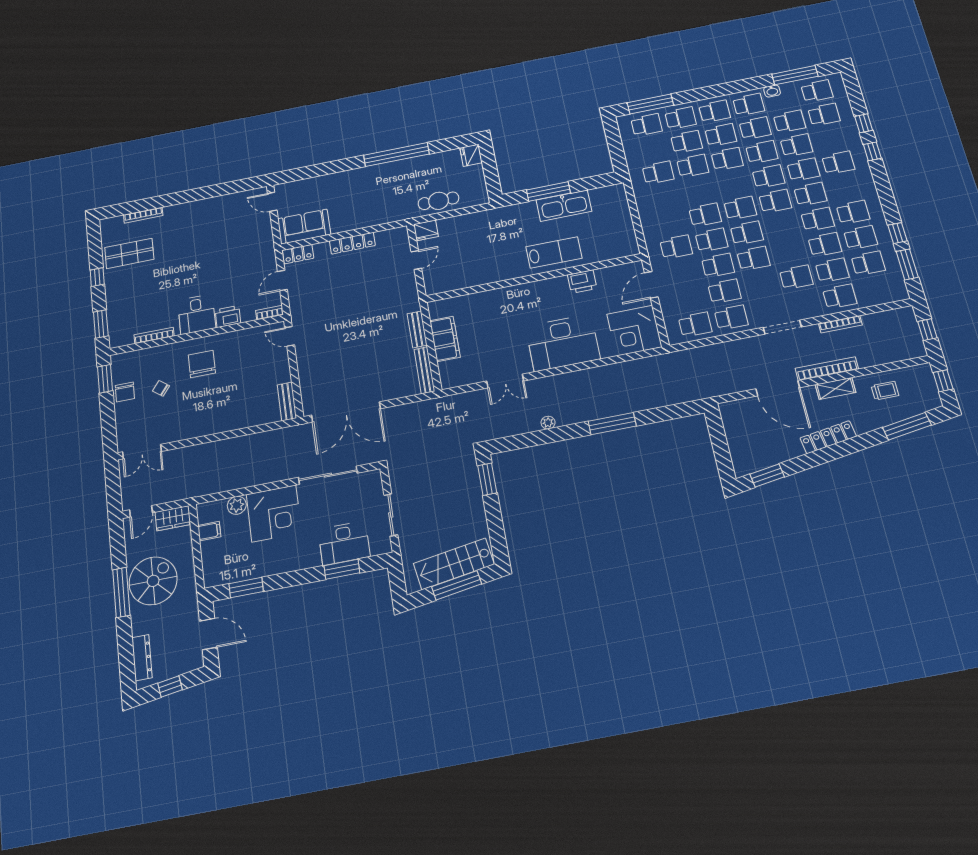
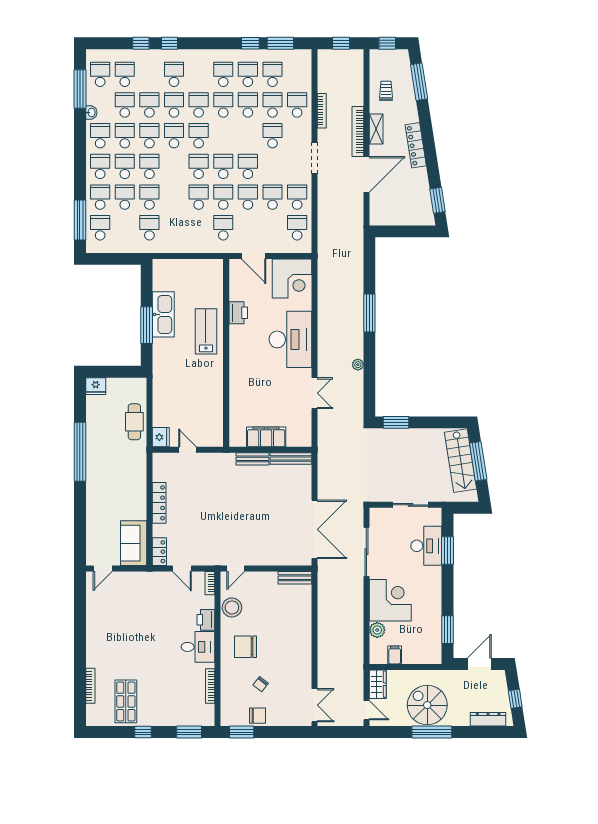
stool: (245, 341) -> (232, 607), added

